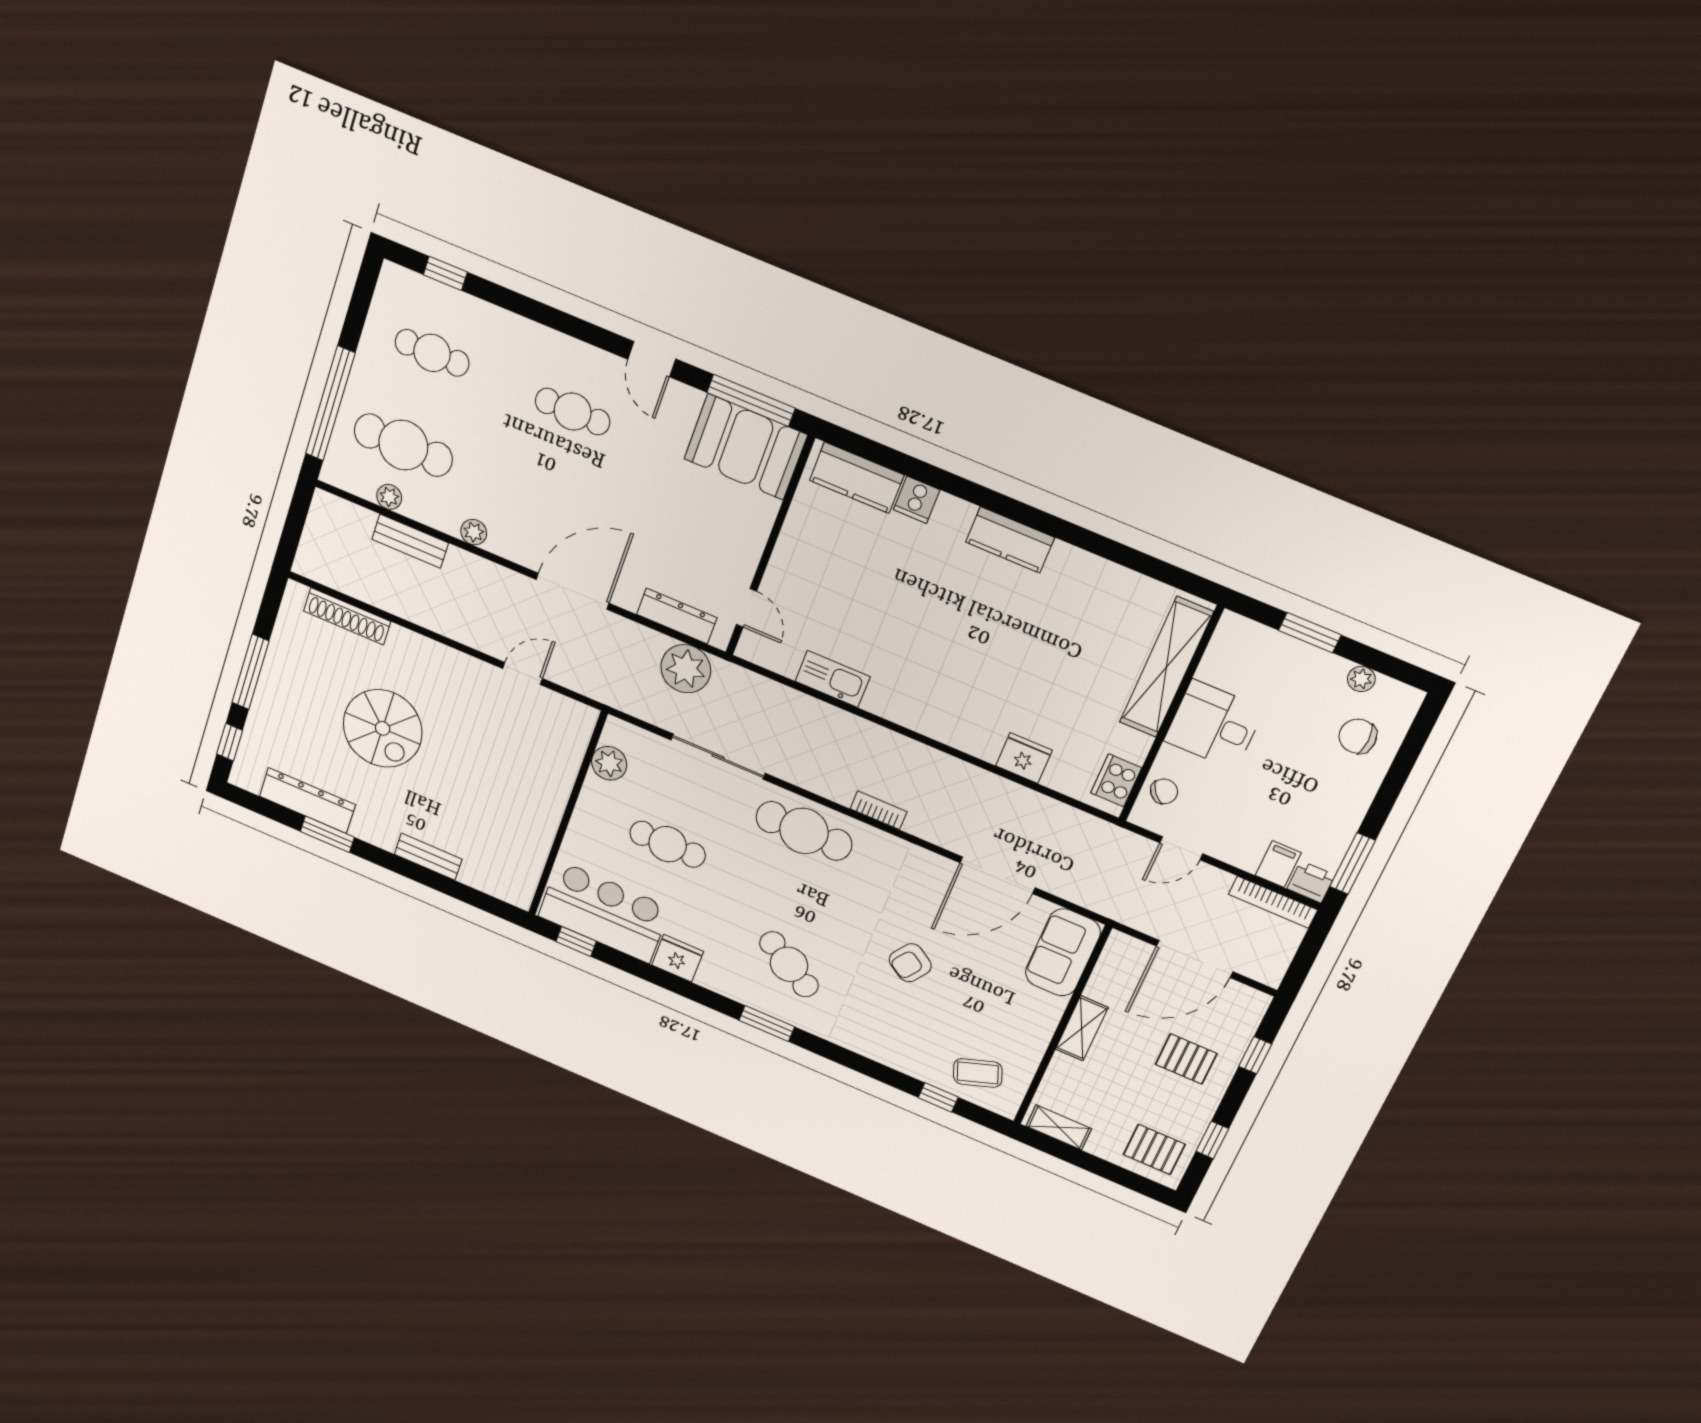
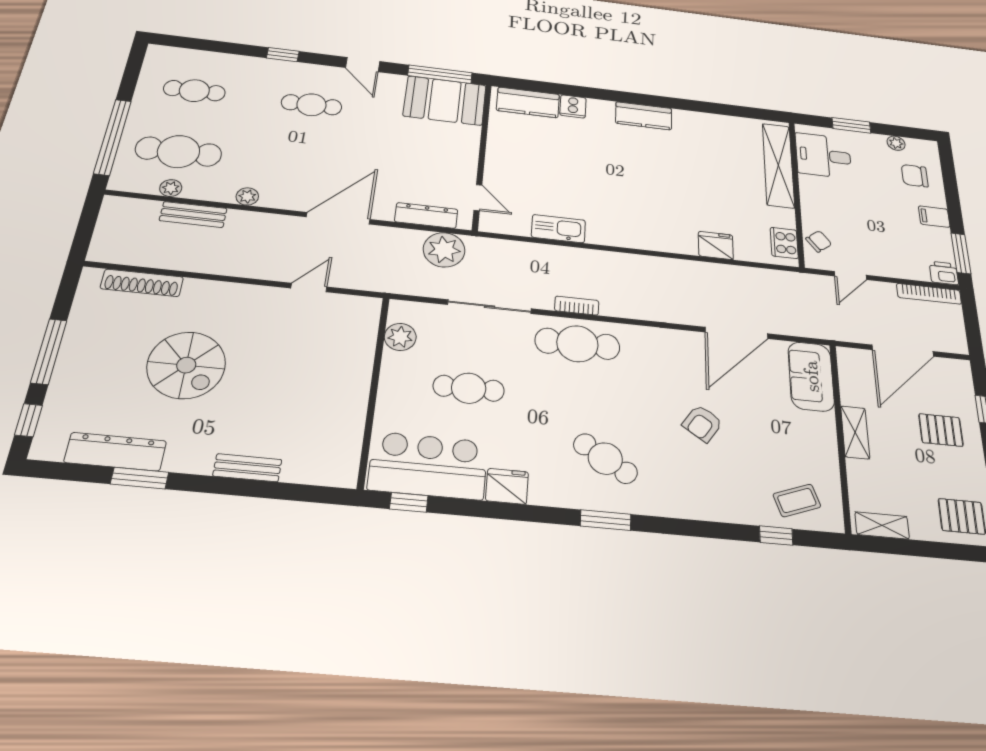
window: (445, 273) -> (283, 55), moved
desk: (1214, 725) -> (823, 156), moved
bookcase: (879, 810) -> (577, 306), moved
filing cabinet: (1278, 864) -> (934, 217), moved, turned -90

